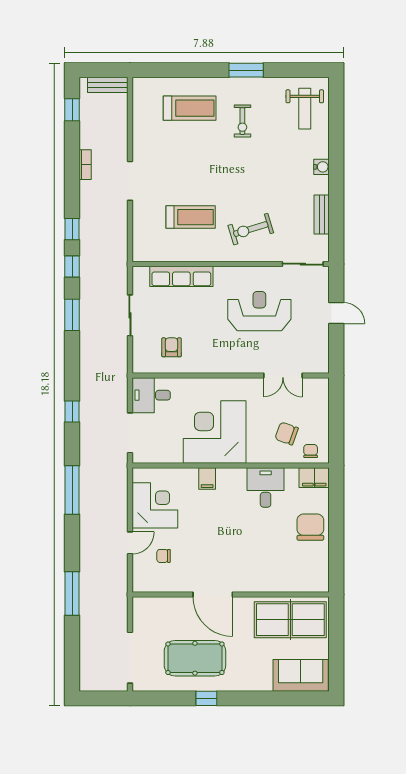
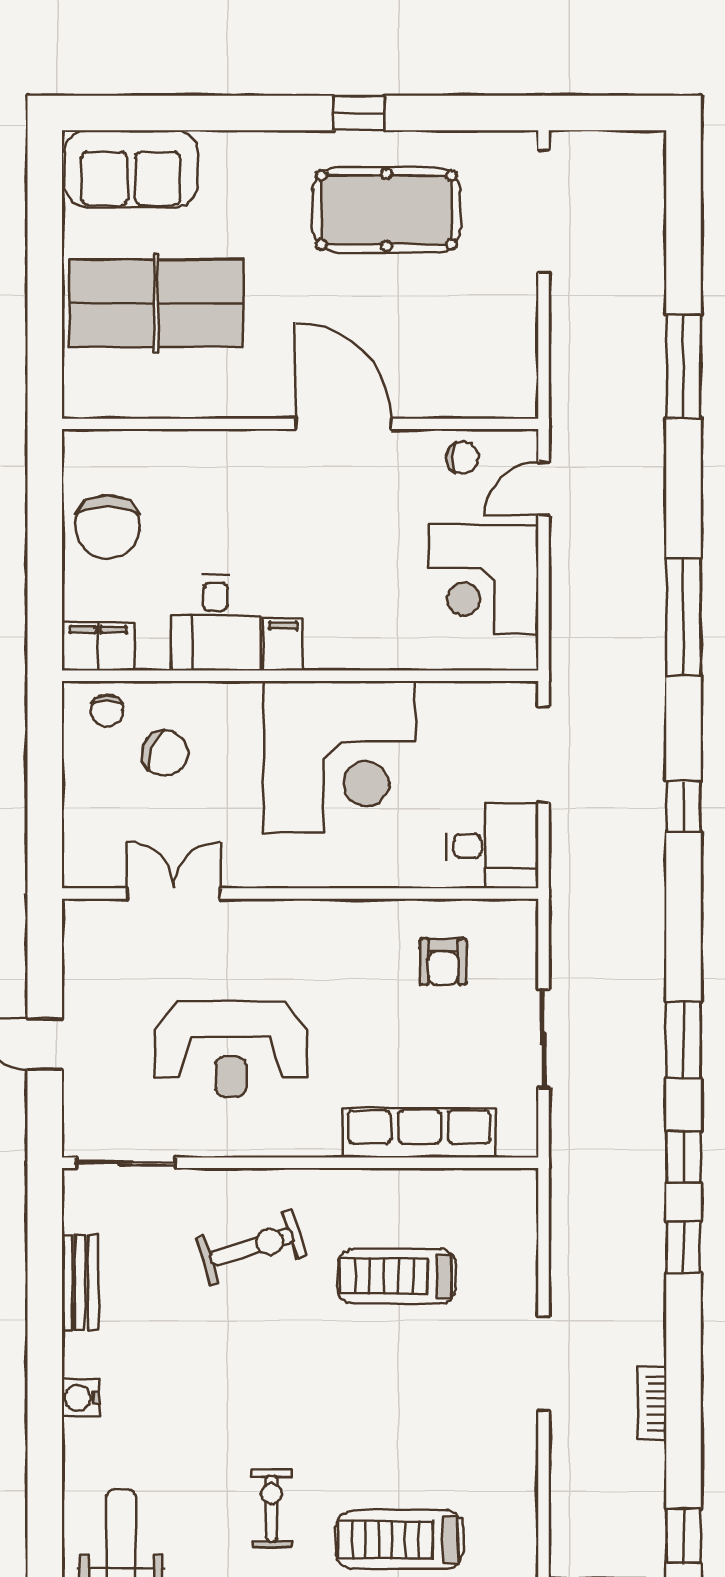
filing cabinet: (207, 479) -> (283, 644), moved
door: (213, 594) -> (343, 424), moved
wall: (231, 594) -> (300, 424), moved

